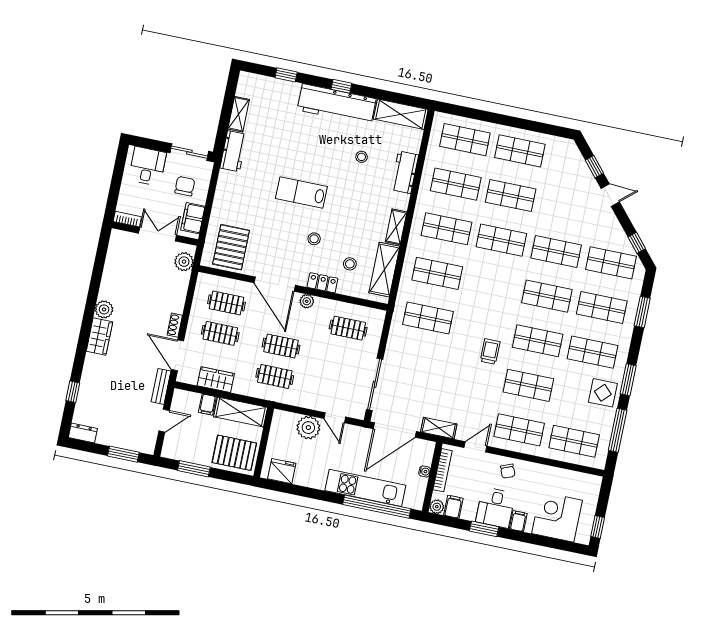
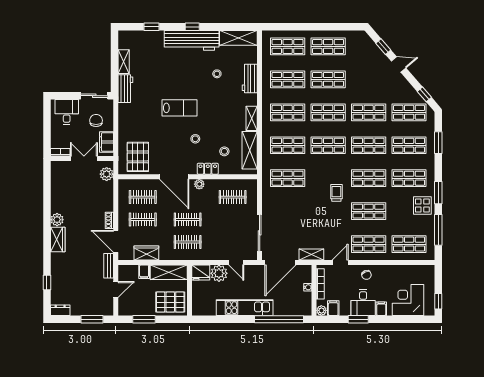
lab bench: (301, 192) -> (180, 108), turned 180
shop shelf: (492, 285) -> (328, 145), added
fridge: (282, 471) -> (201, 272), moved, turned 180
kitchen unit: (365, 488) -> (245, 308), moved

